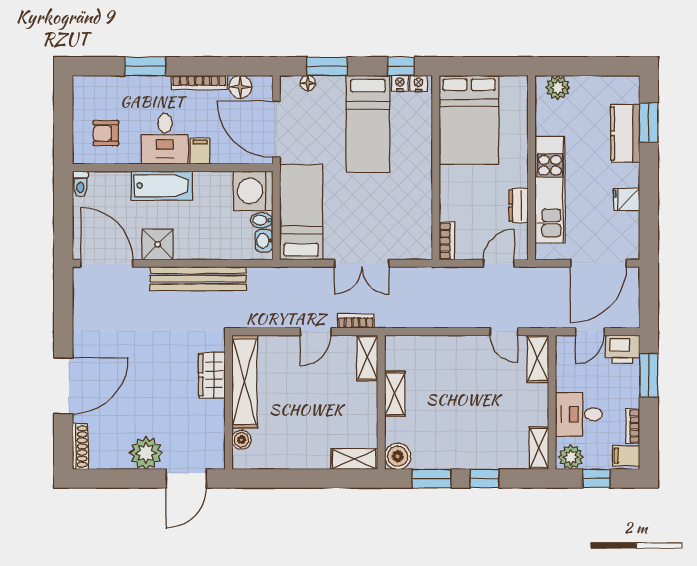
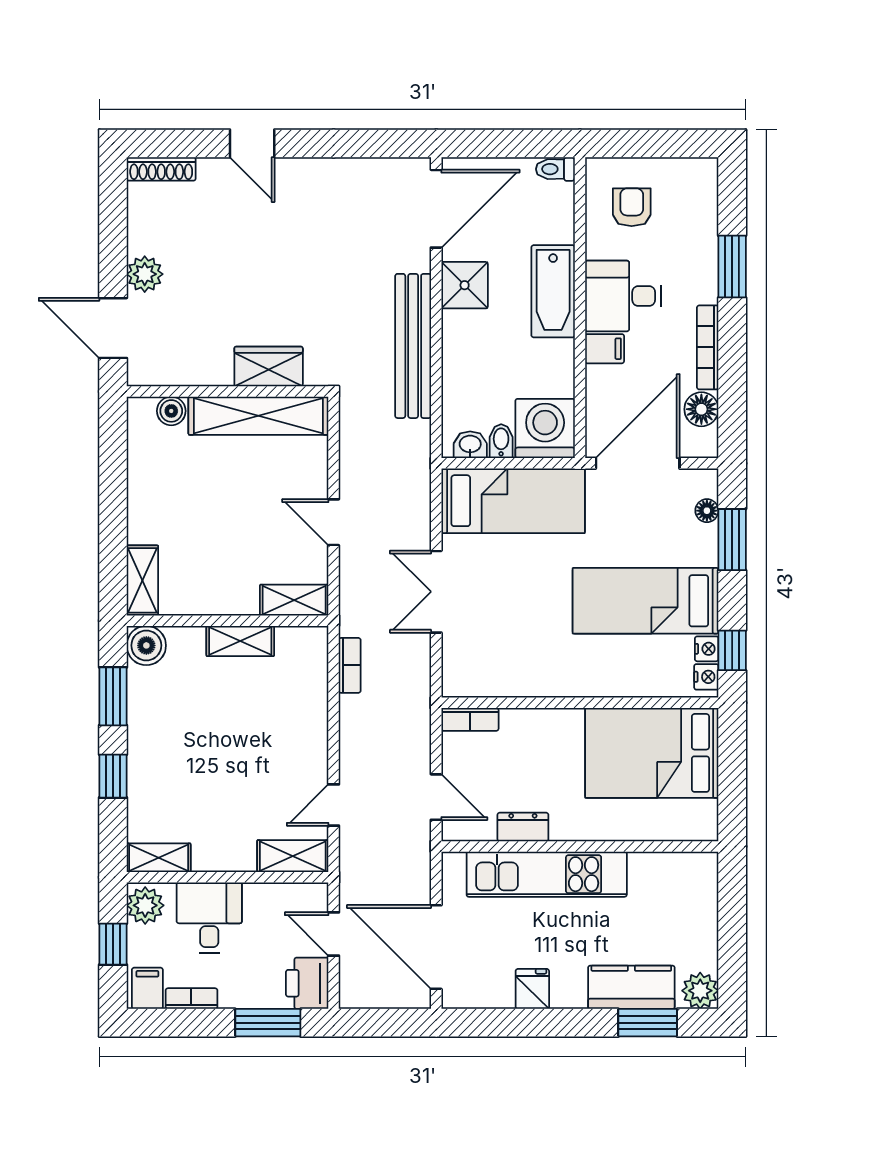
plant: (558, 88) -> (700, 991), moved
bookcase: (356, 321) -> (350, 665), moved
door: (63, 386) -> (252, 143), width x0.53
plant: (146, 453) -> (145, 274), width x0.73, depth x0.73

